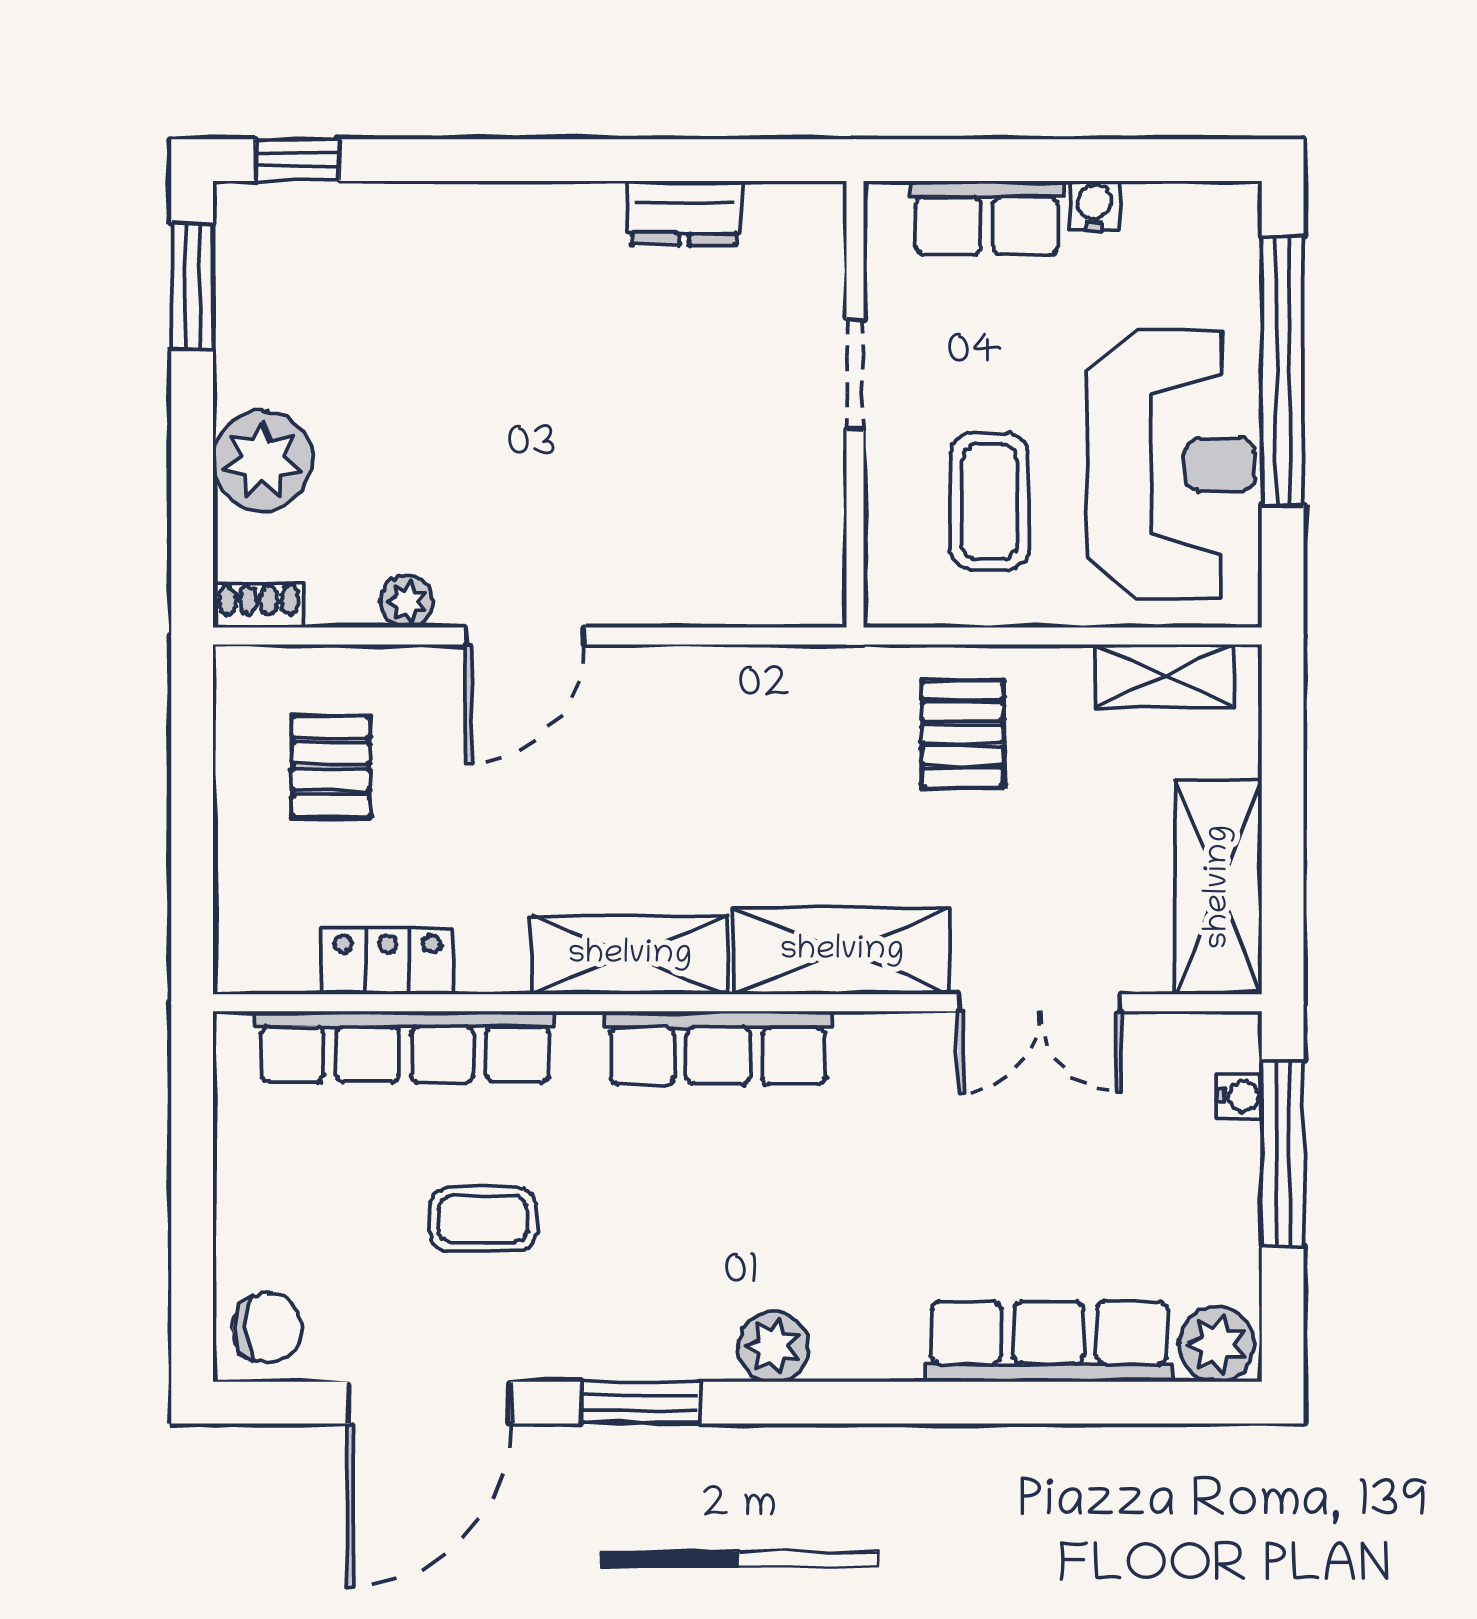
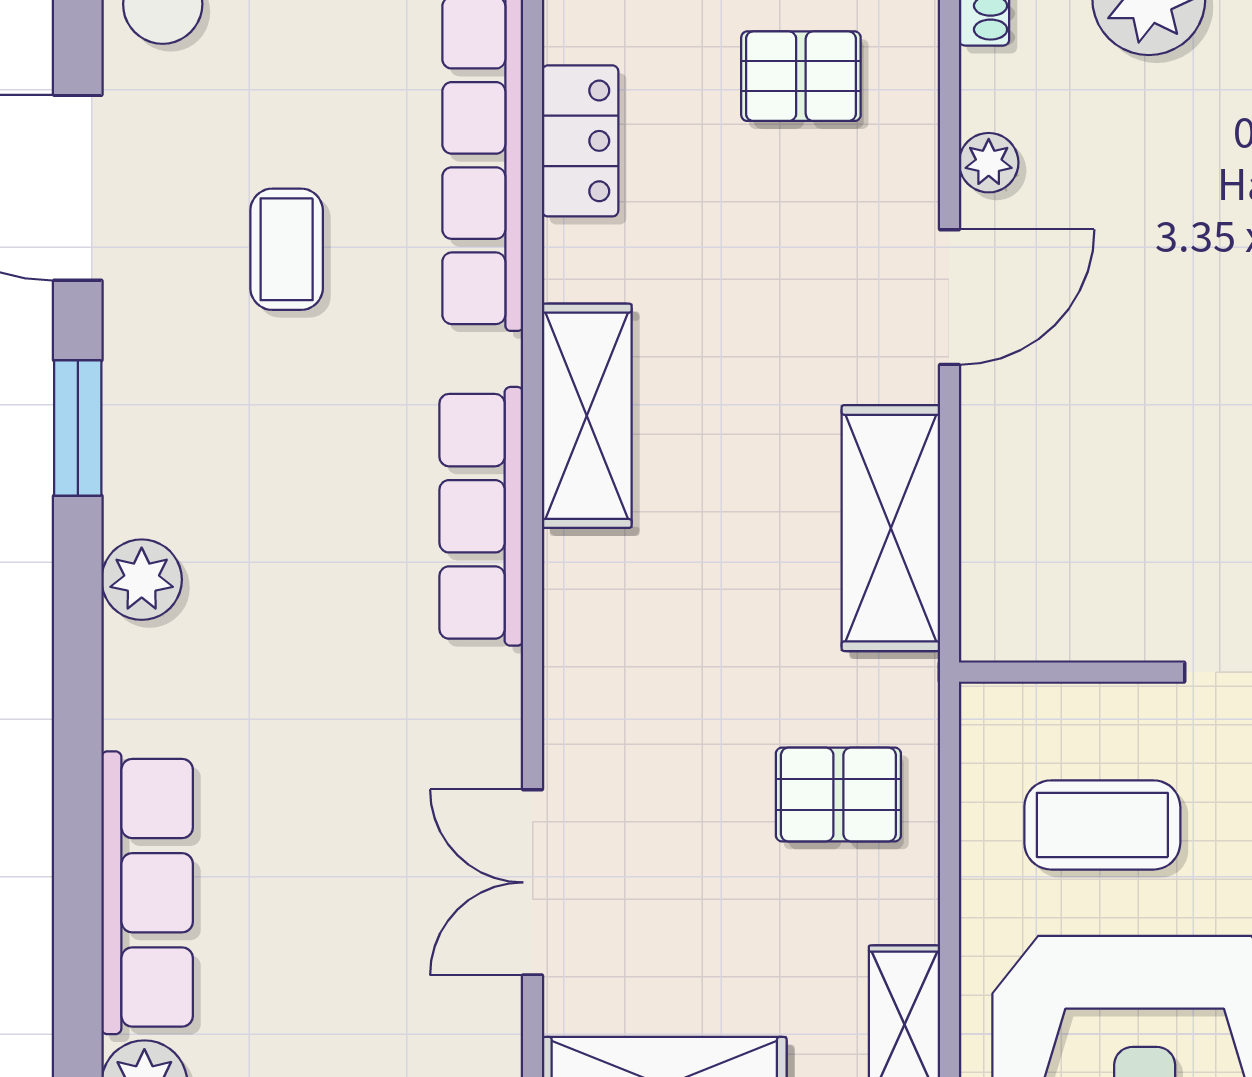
door: (525, 636) -> (949, 297), swing flipped
shelving: (842, 951) -> (891, 528), moved

